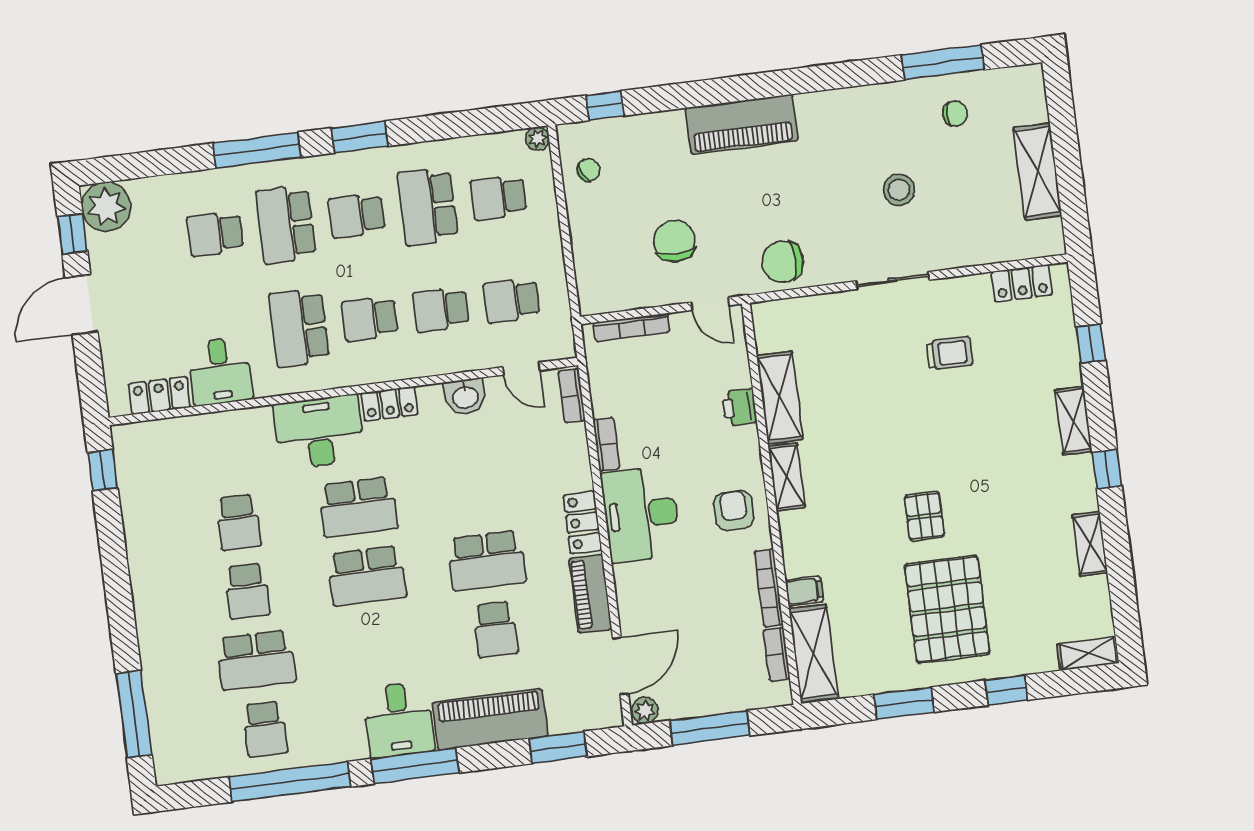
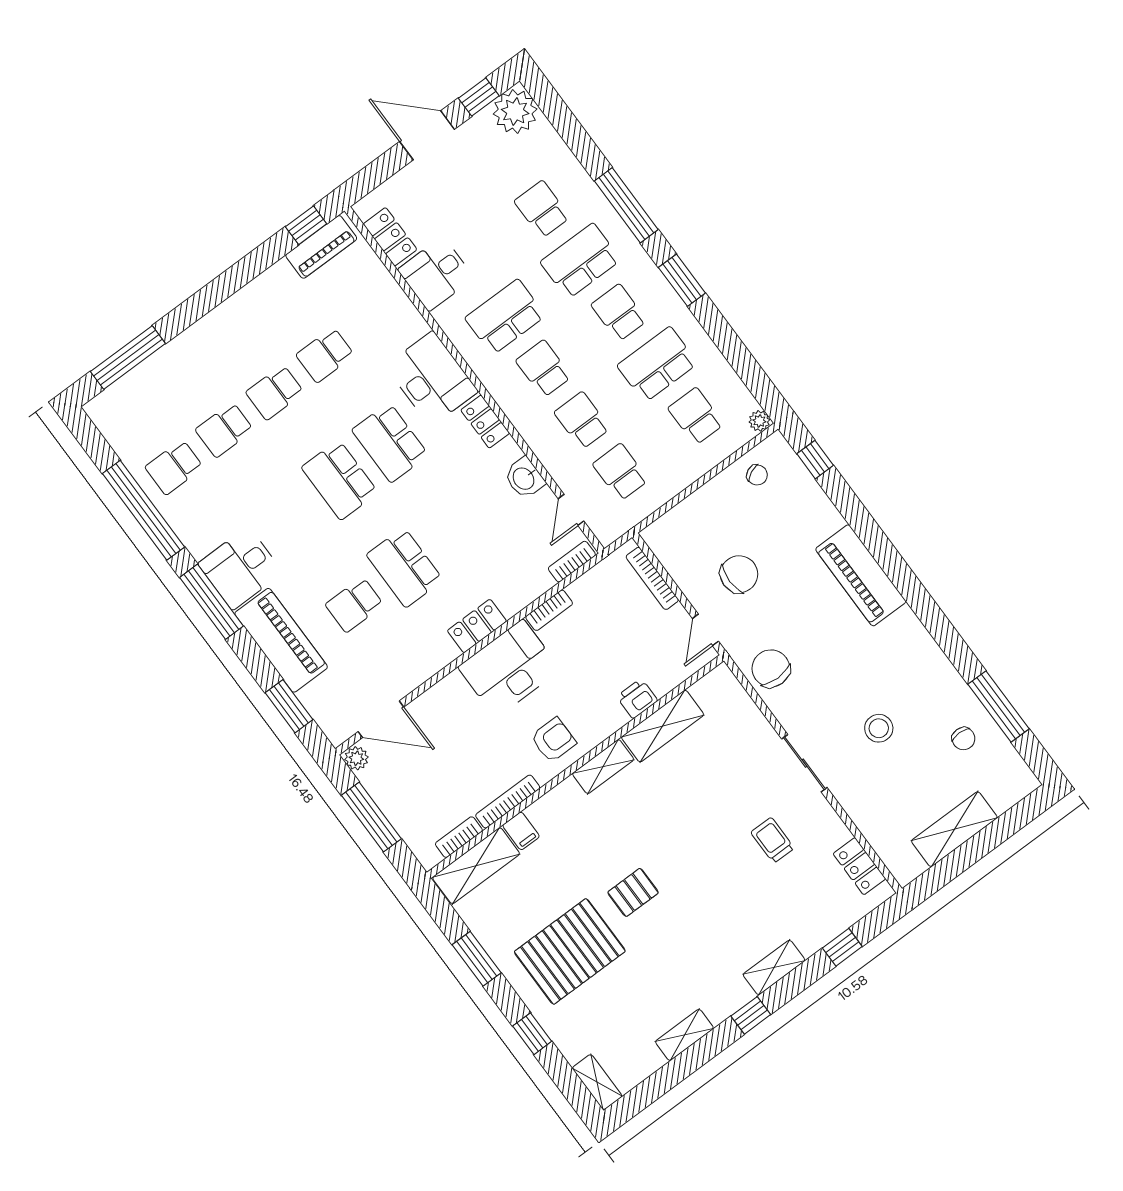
trolley: (950, 353) -> (772, 840), turned 180
piano: (590, 594) -> (321, 247), moved, turned 180
school desk: (256, 660) -> (224, 430), width x0.54

